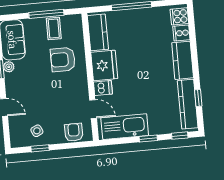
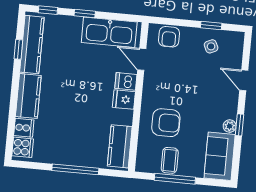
fridge: (104, 65) -> (124, 100), width x0.53, depth x0.75

